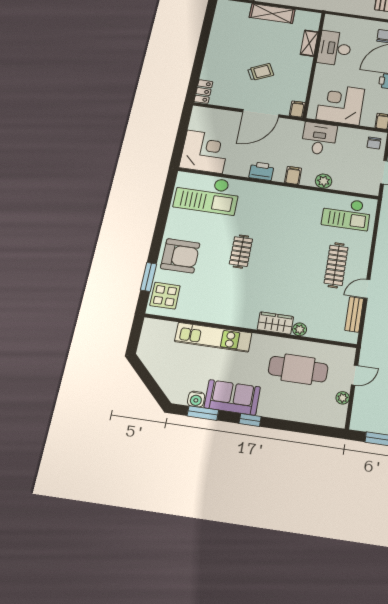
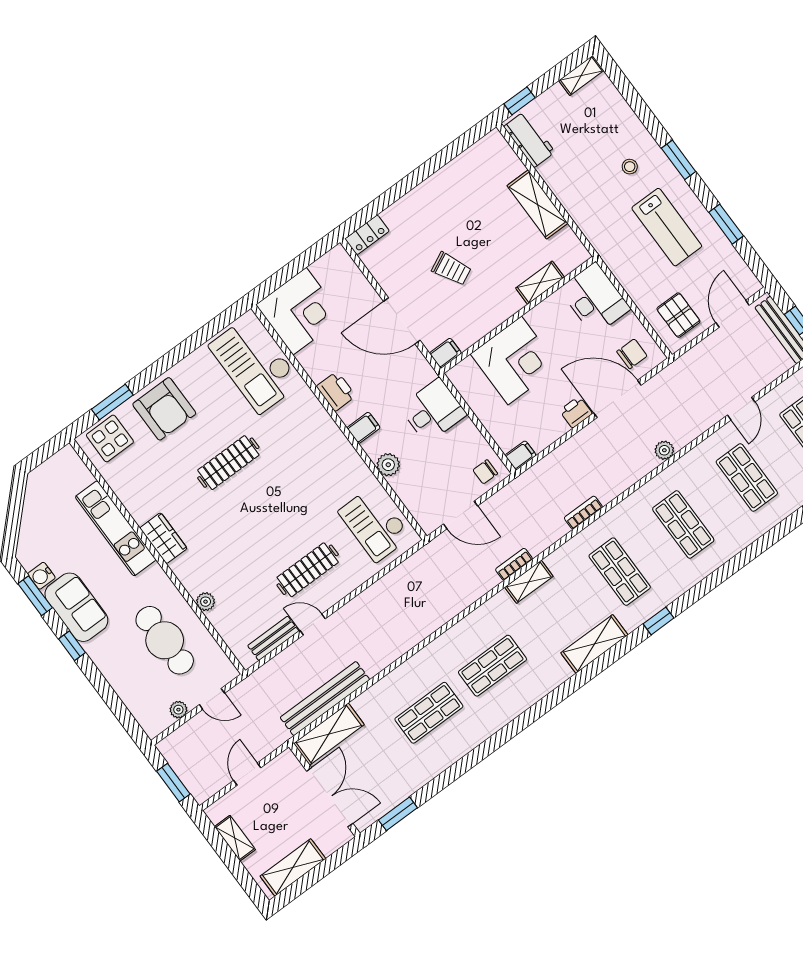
desk: (335, 48) -> (595, 299), moved, turned 90
corner desk: (340, 104) -> (515, 361), moved, turned 90
clothes rail: (241, 251) -> (228, 463), width x1.36
wardrobe: (275, 323) -> (163, 538), moved

